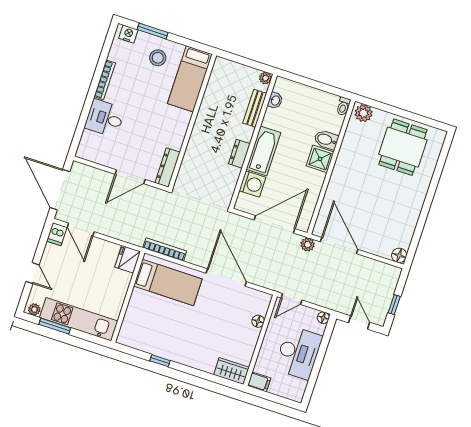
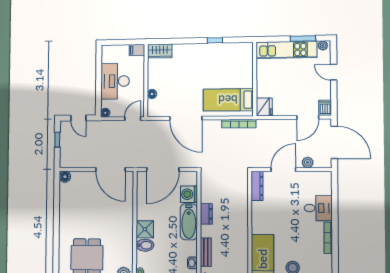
door: (81, 230) -> (308, 117), swing flipped
plant: (308, 245) -> (308, 162), moved

